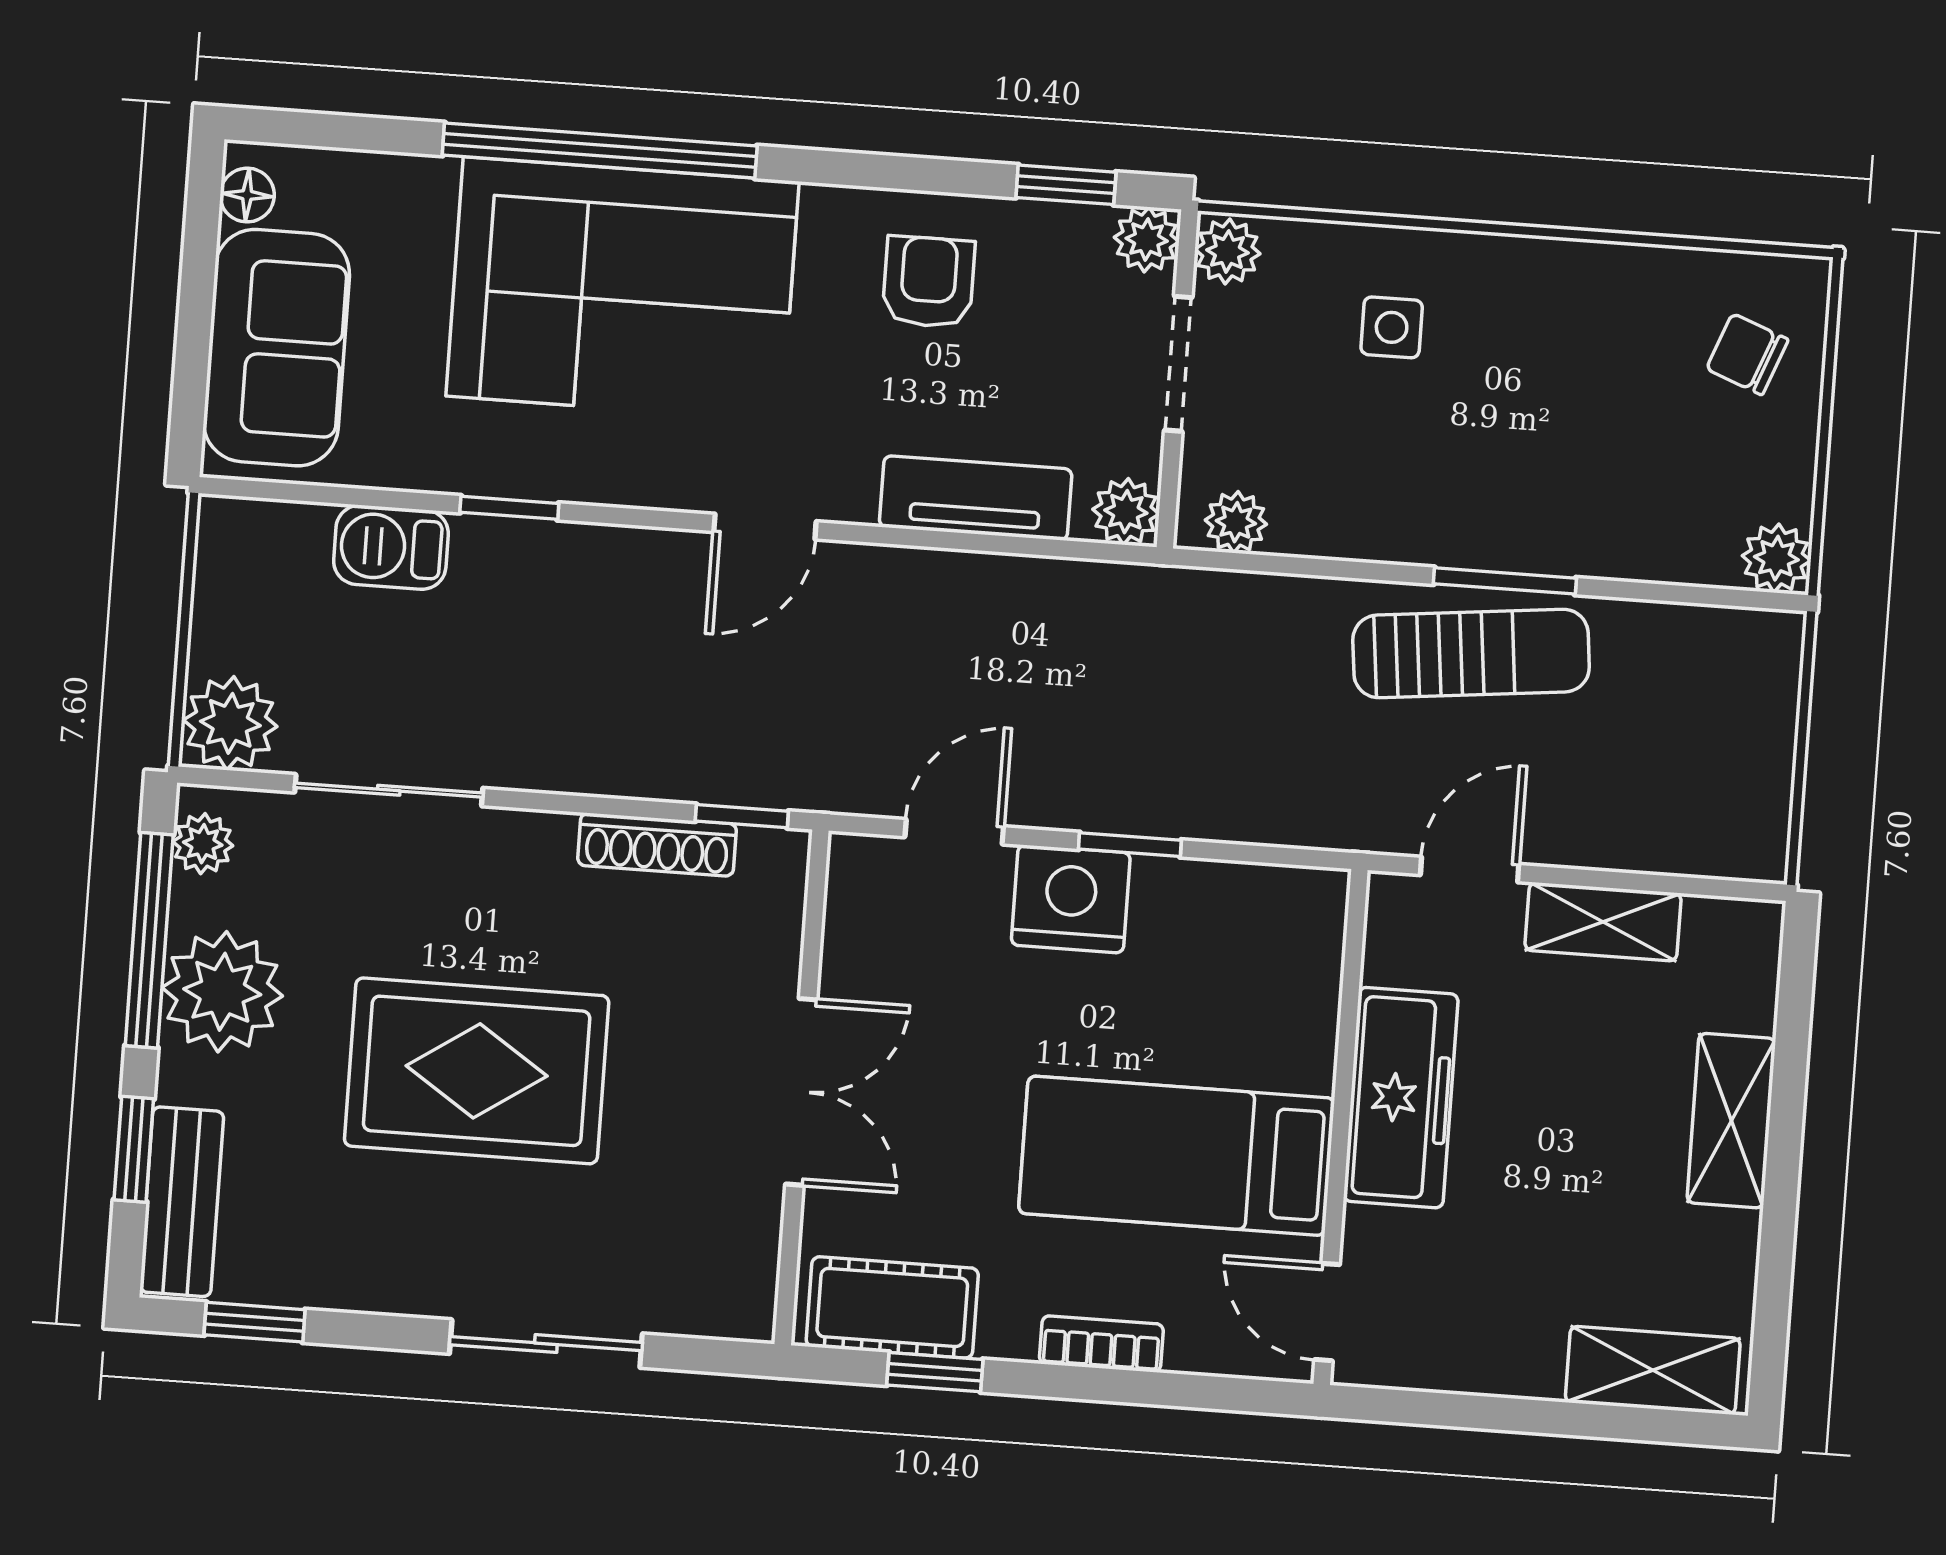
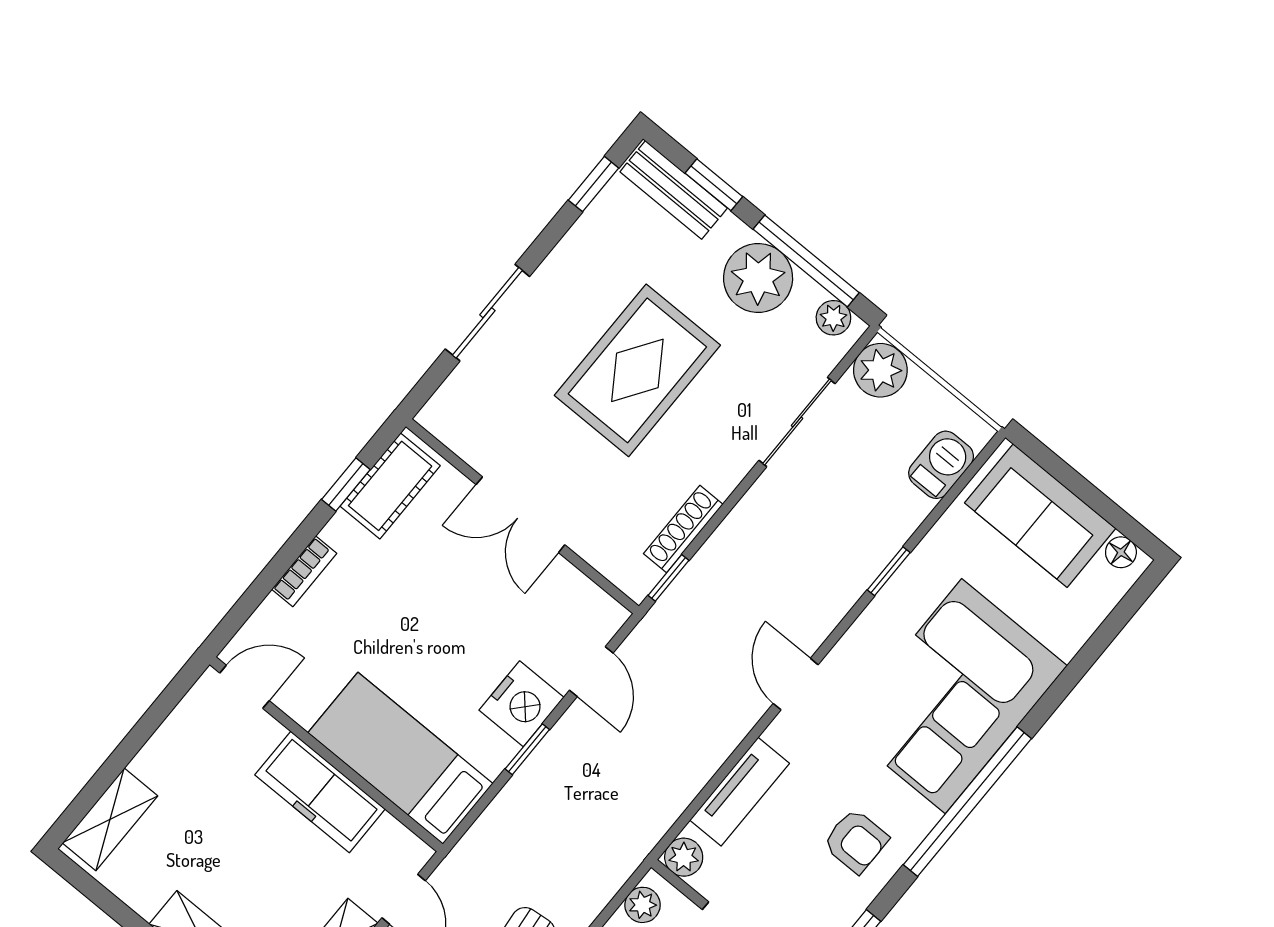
window: (600, 151) -> (967, 802), moved
barbecue: (391, 547) -> (941, 465), moved
bed: (1177, 1156) -> (400, 758), moved, turned -90

